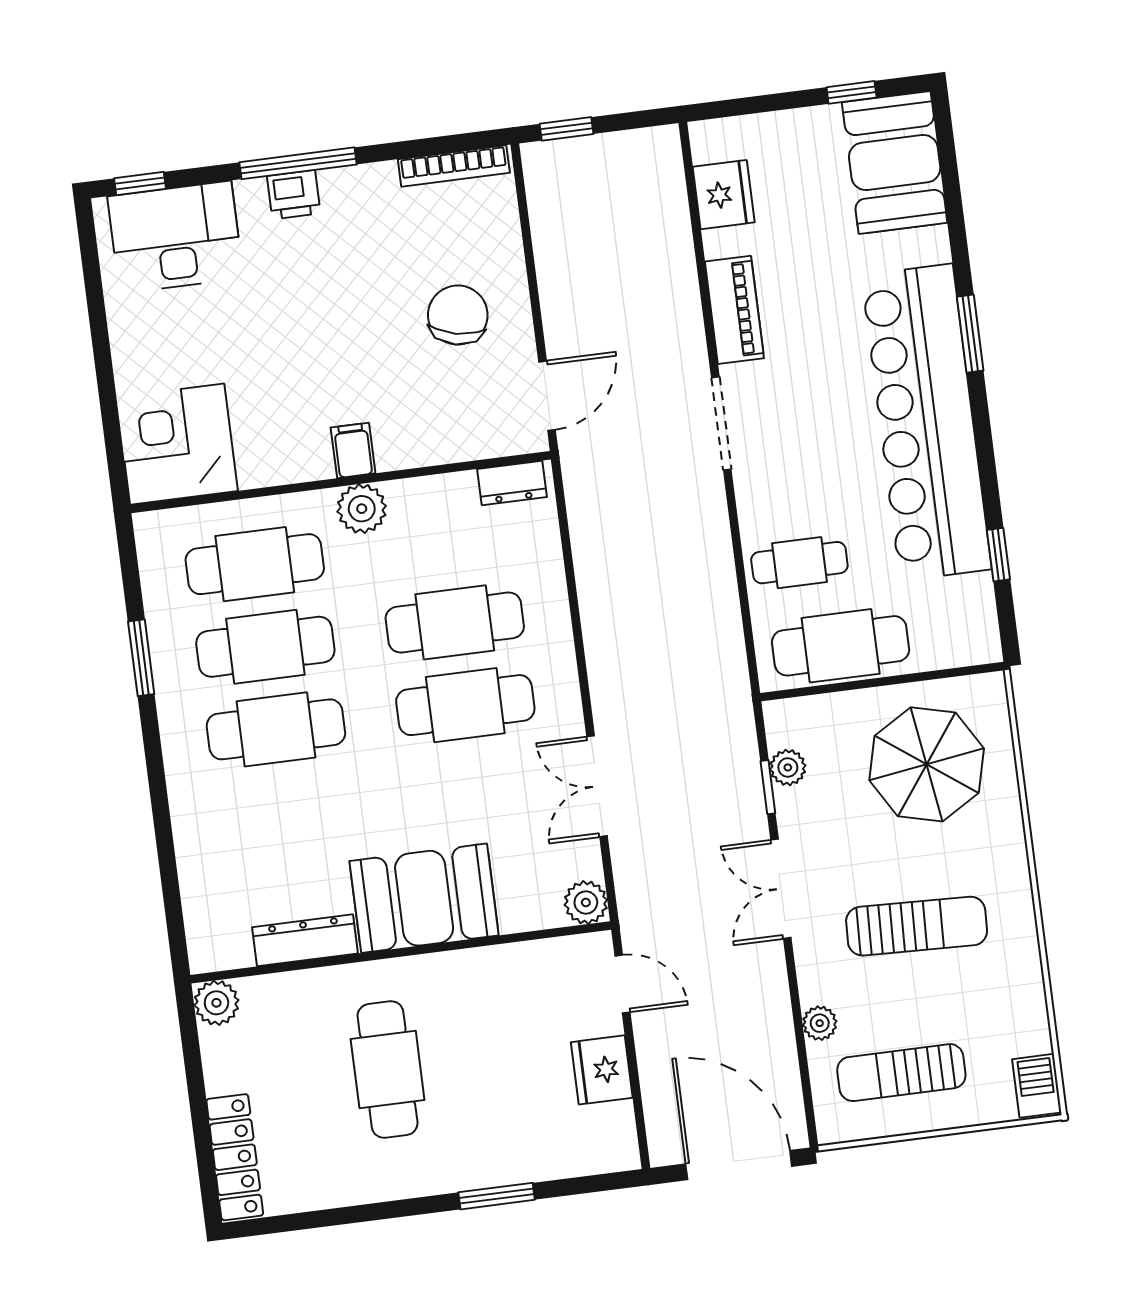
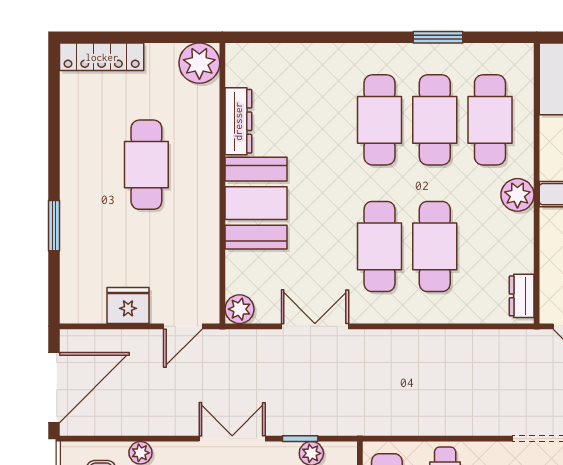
plant: (216, 1003) -> (199, 63), width x1.36, depth x1.36
cafe table: (388, 1070) -> (146, 165), turned 90

